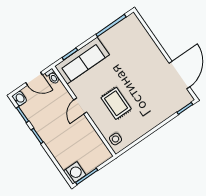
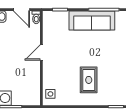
sofa: (82, 61) -> (92, 20), moved
rug: (116, 103) -> (89, 80), moved

